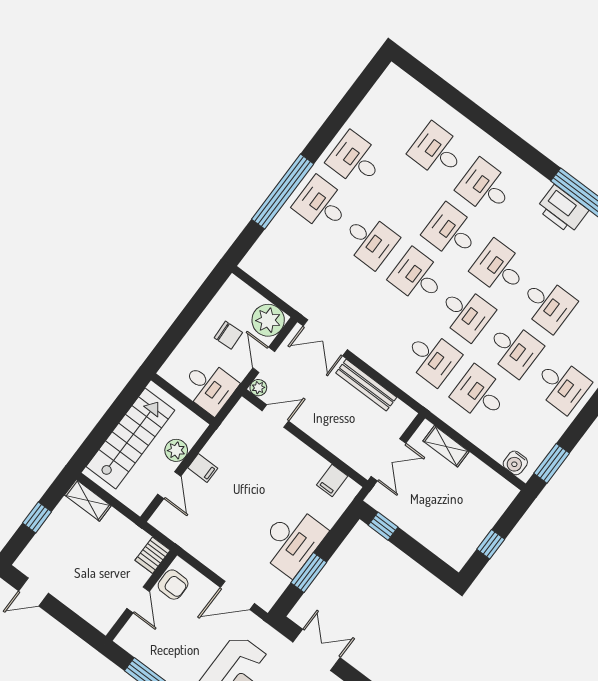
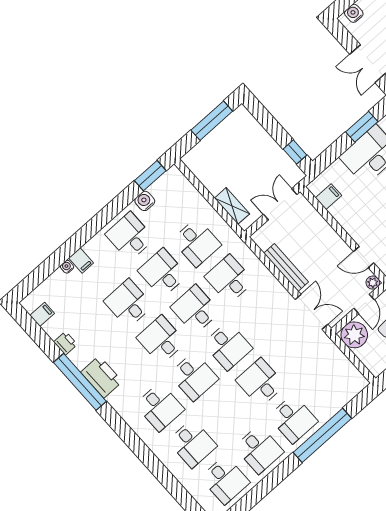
desk: (389, 115) -> (225, 480), added
desk: (499, 268) -> (161, 340), turned 180
water cooler: (515, 463) -> (145, 201), moved, turned -90
window: (491, 544) -> (212, 121), width x2.17

